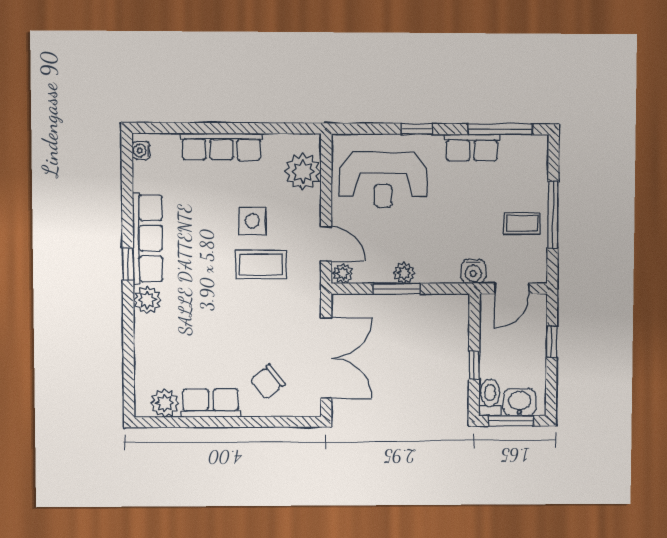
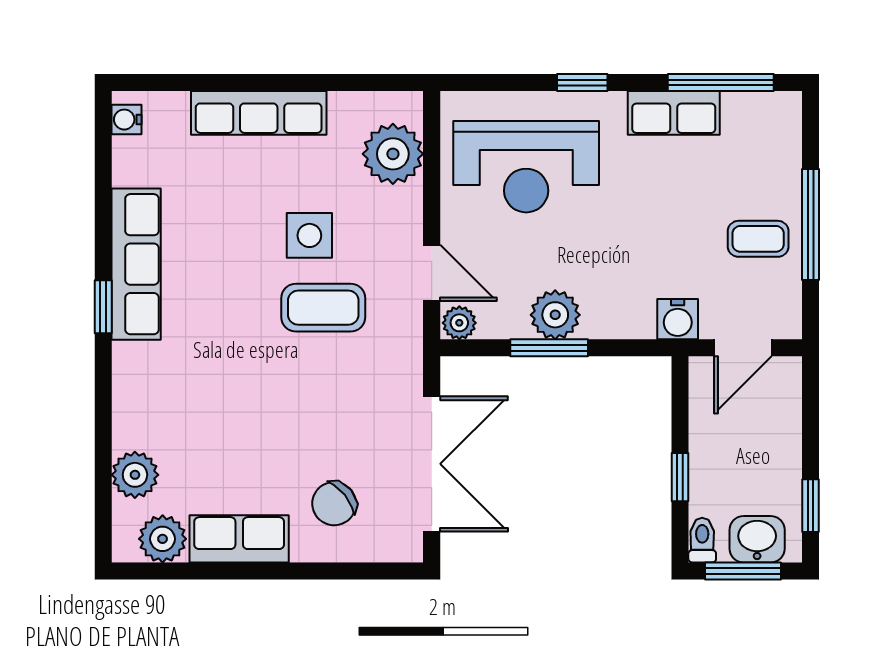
plant: (404, 273) -> (555, 315), width x1.38, depth x1.38
plant: (147, 300) -> (135, 475), moved
window: (552, 342) -> (811, 506), moved
toilet: (490, 398) -> (702, 540), width x0.73, depth x0.72

